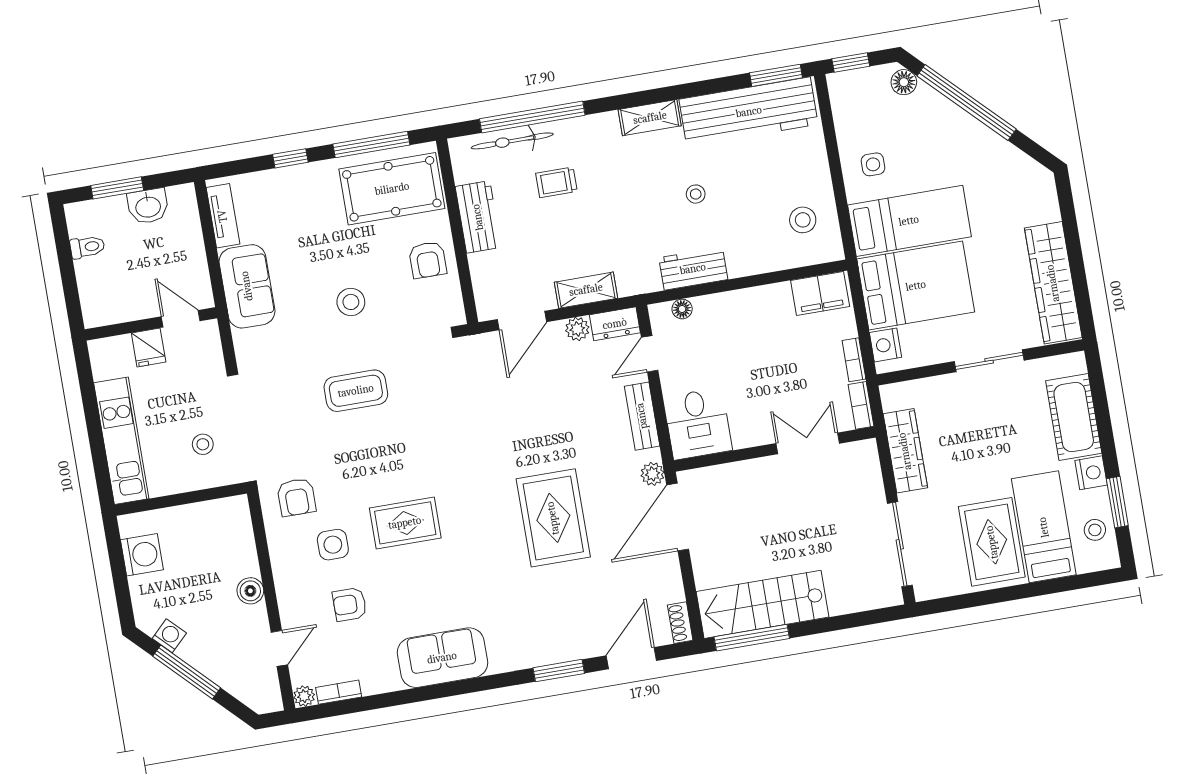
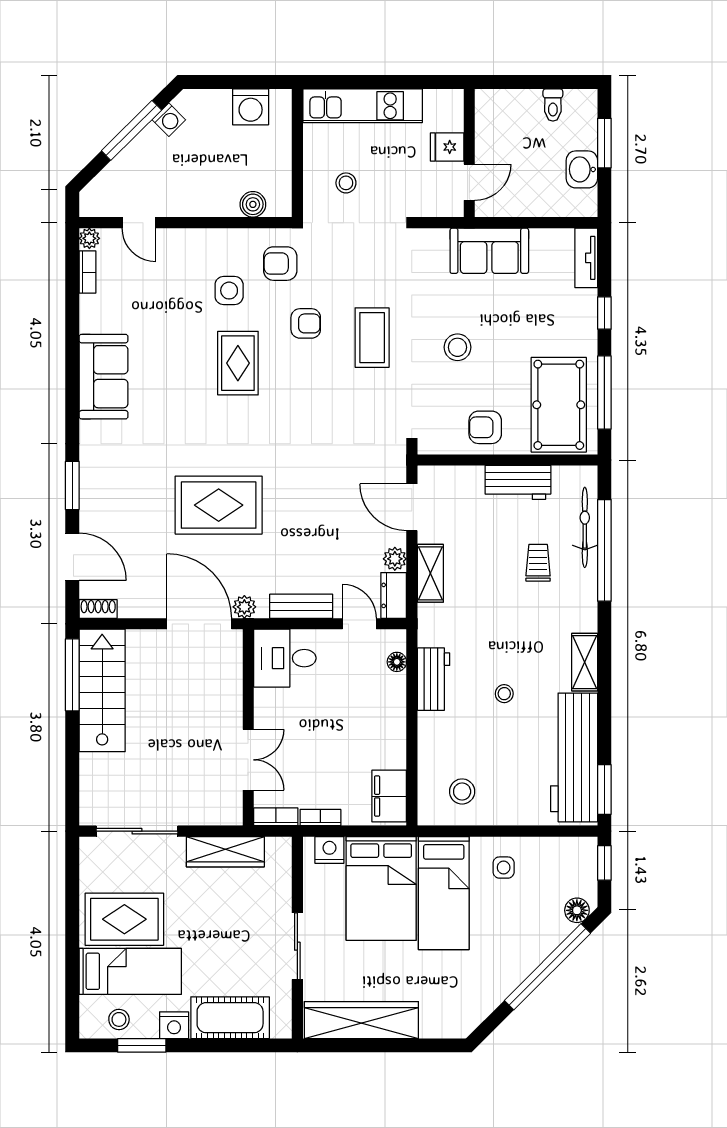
tv unit: (223, 216) -> (586, 258), moved, turned 90
boiler: (250, 591) -> (253, 204), moved
armchair: (350, 604) -> (306, 323), moved, turned 90

